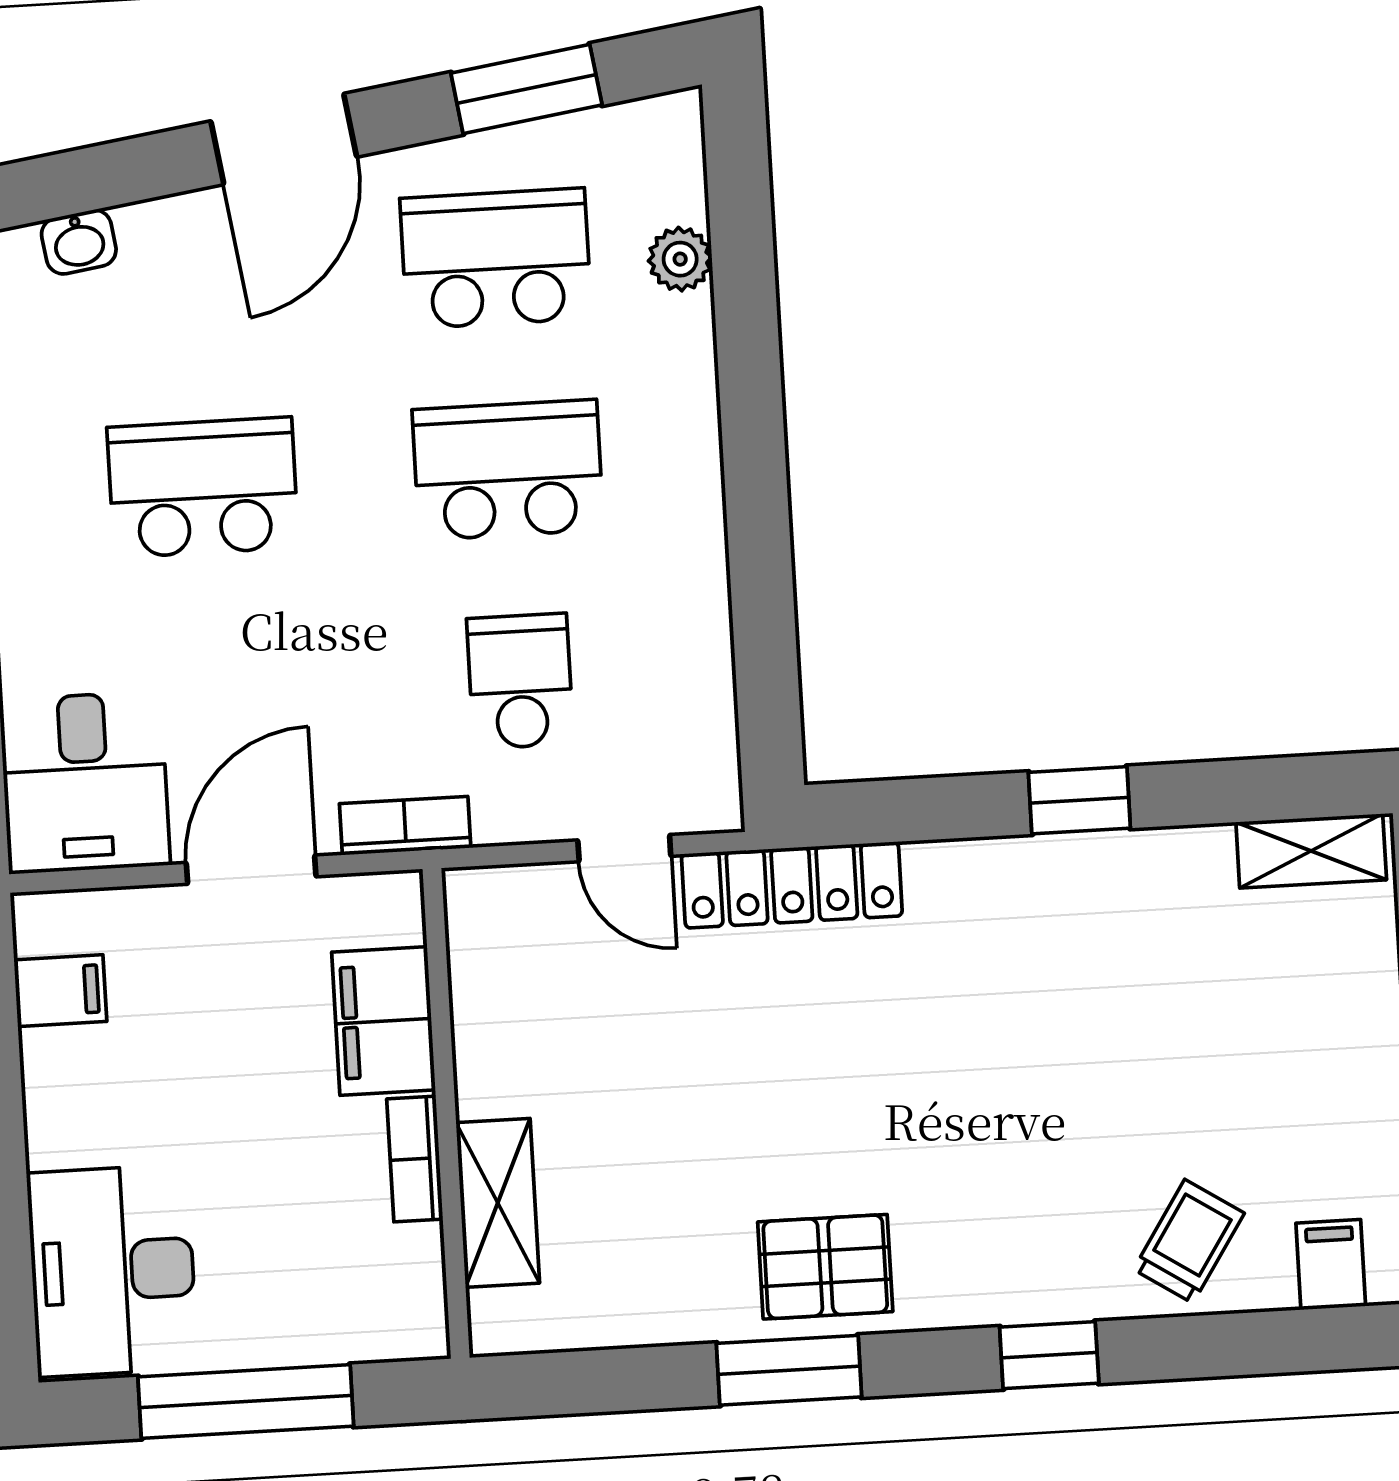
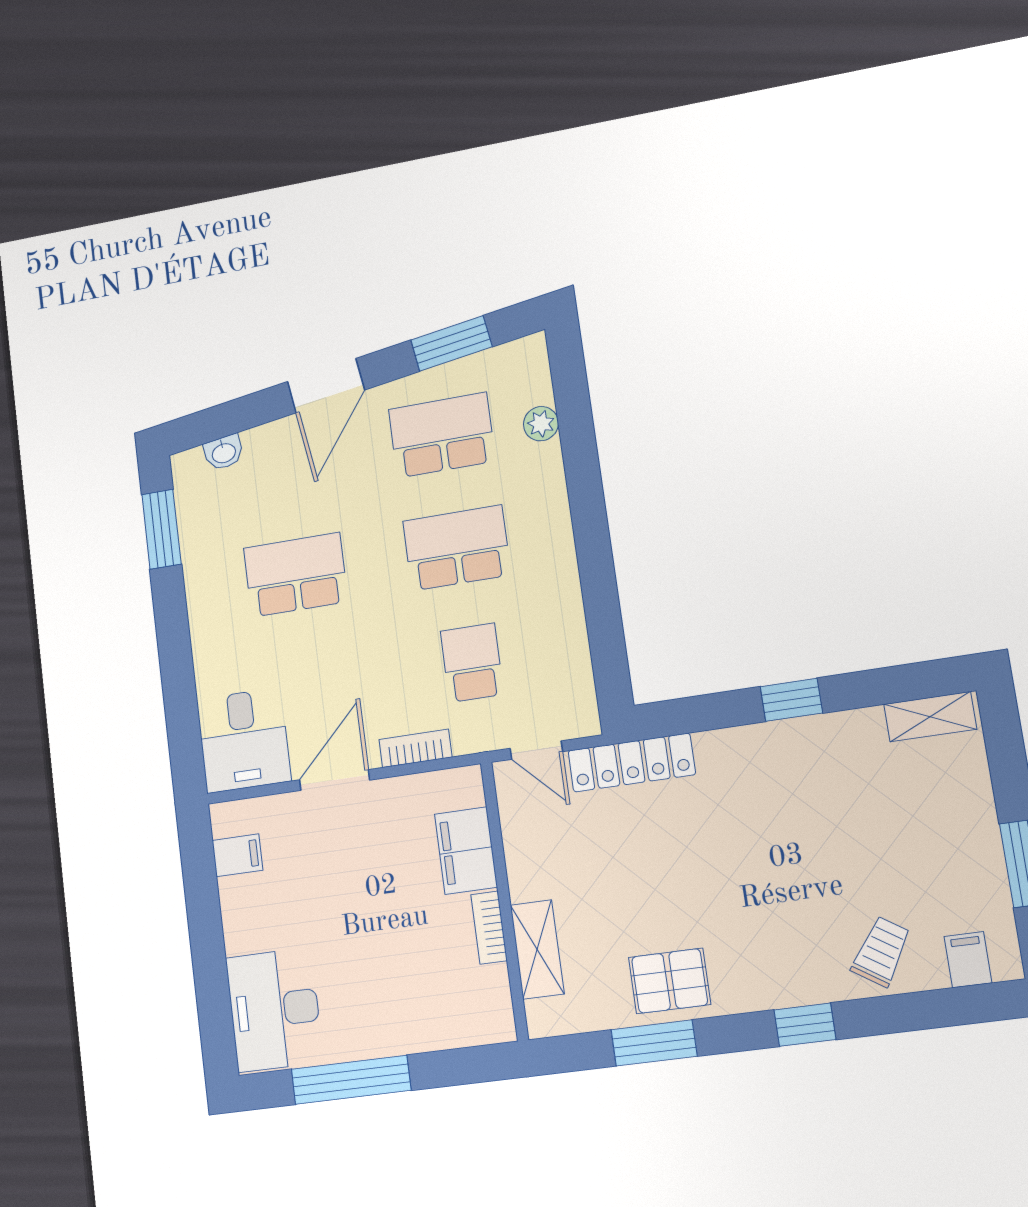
filing cabinet: (384, 1021) -> (466, 851), moved
wall: (446, 1113) -> (504, 900), moved
bookcase: (415, 1159) -> (489, 928), moved
shelving: (498, 1203) -> (537, 949), moved

